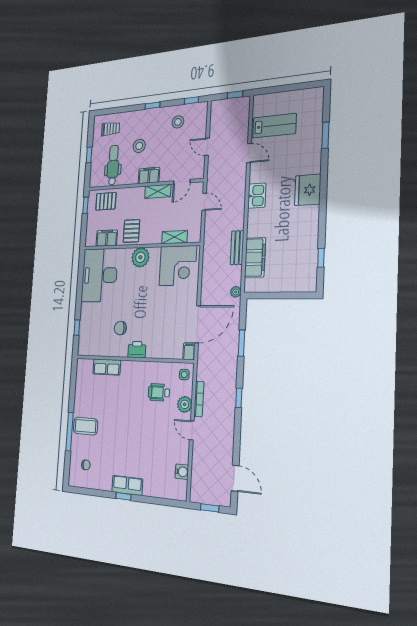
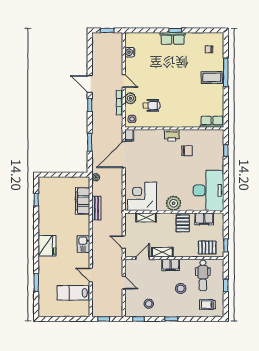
row of seats: (107, 367) -> (212, 122), moved
door: (235, 478) -> (90, 84), moved

